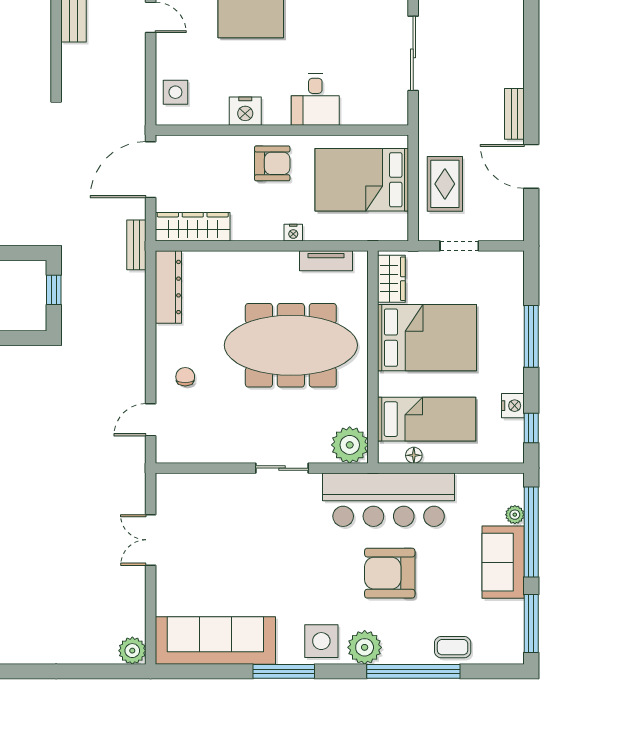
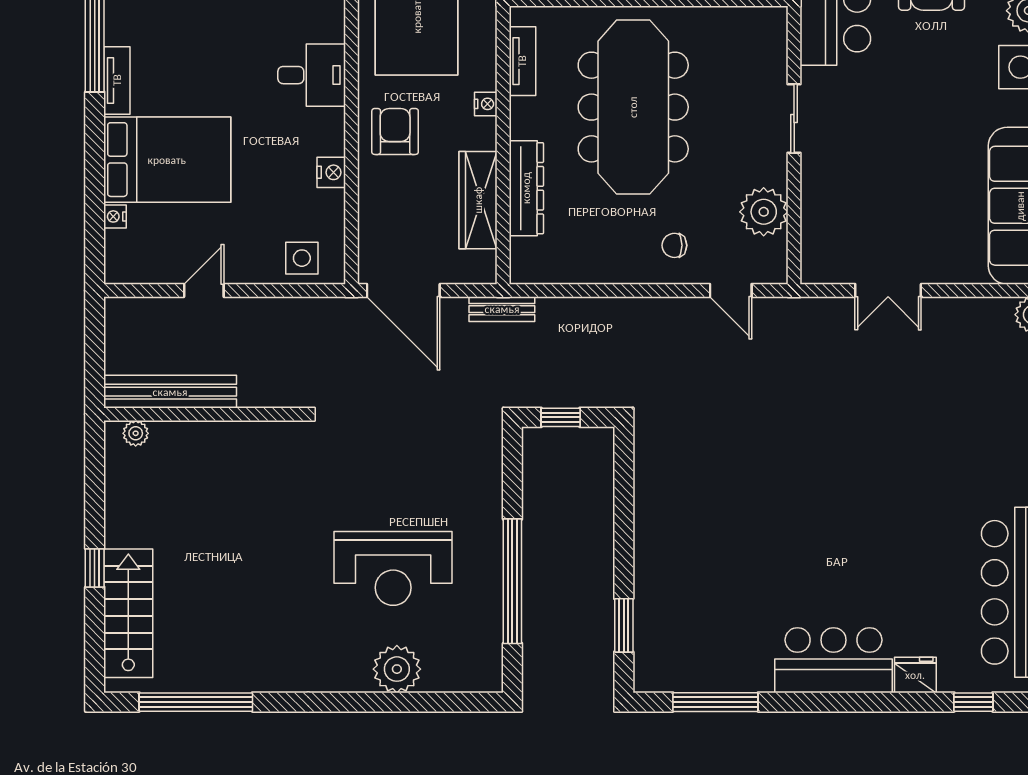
nightstand: (245, 111) -> (331, 172), width x0.74, depth x0.75
wardrobe: (193, 227) -> (478, 200), moved
dresser: (168, 287) -> (526, 188), moved, turned 90
plant: (350, 445) -> (764, 212), moved

